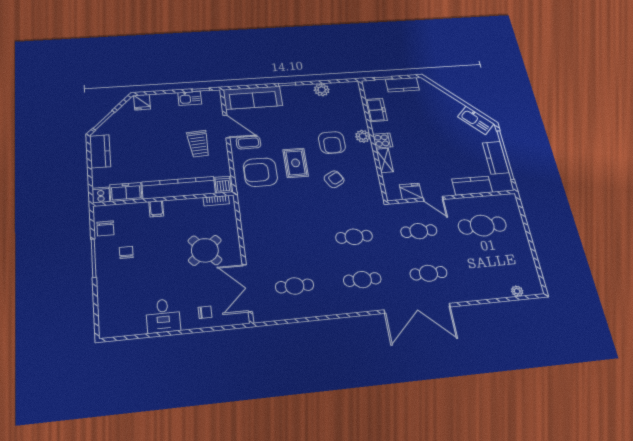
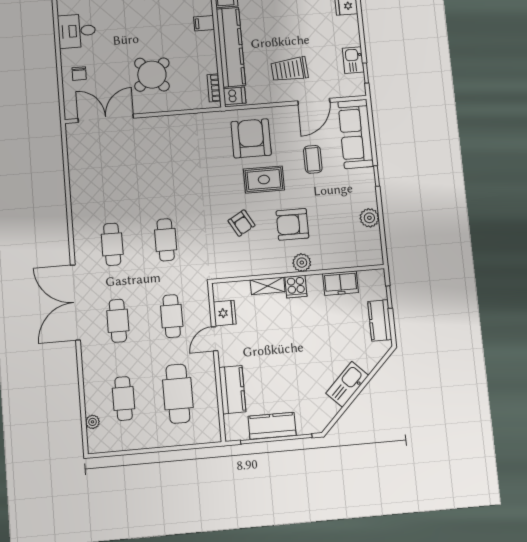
kitchen sink: (476, 120) -> (347, 384), moved
coffee table: (248, 143) -> (313, 159), moved
cafe table: (295, 286) -> (124, 399), moved

